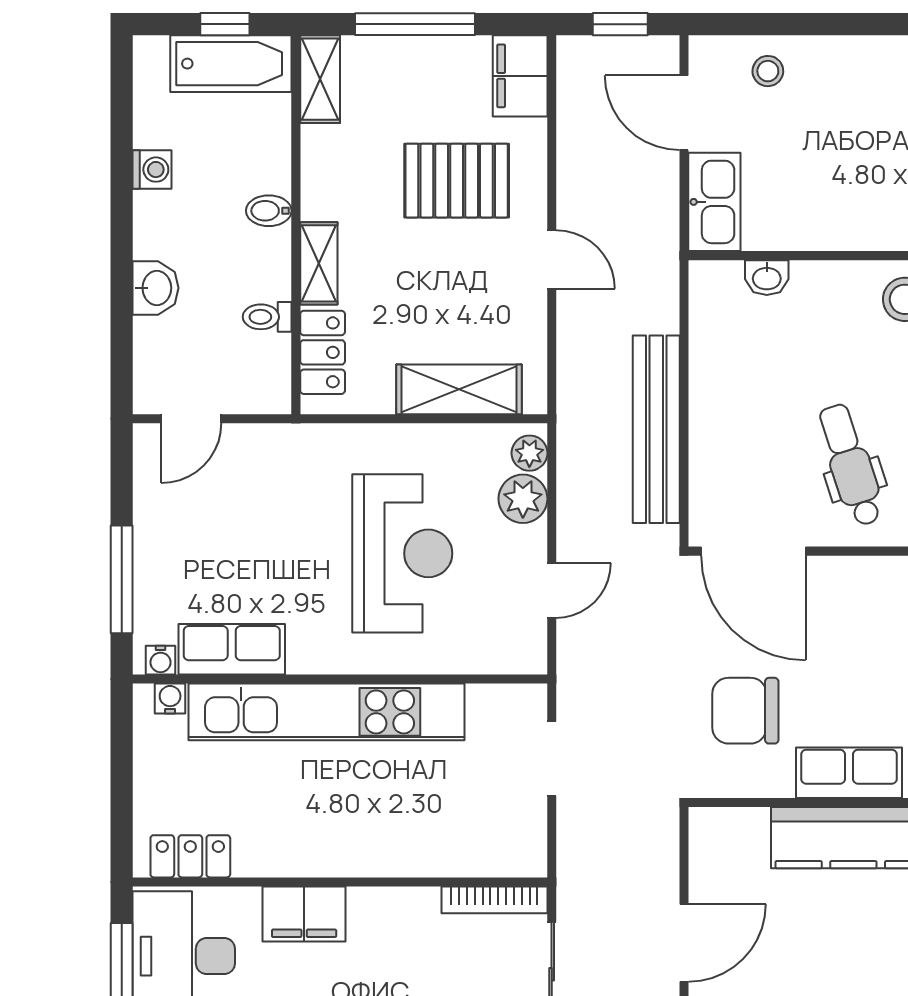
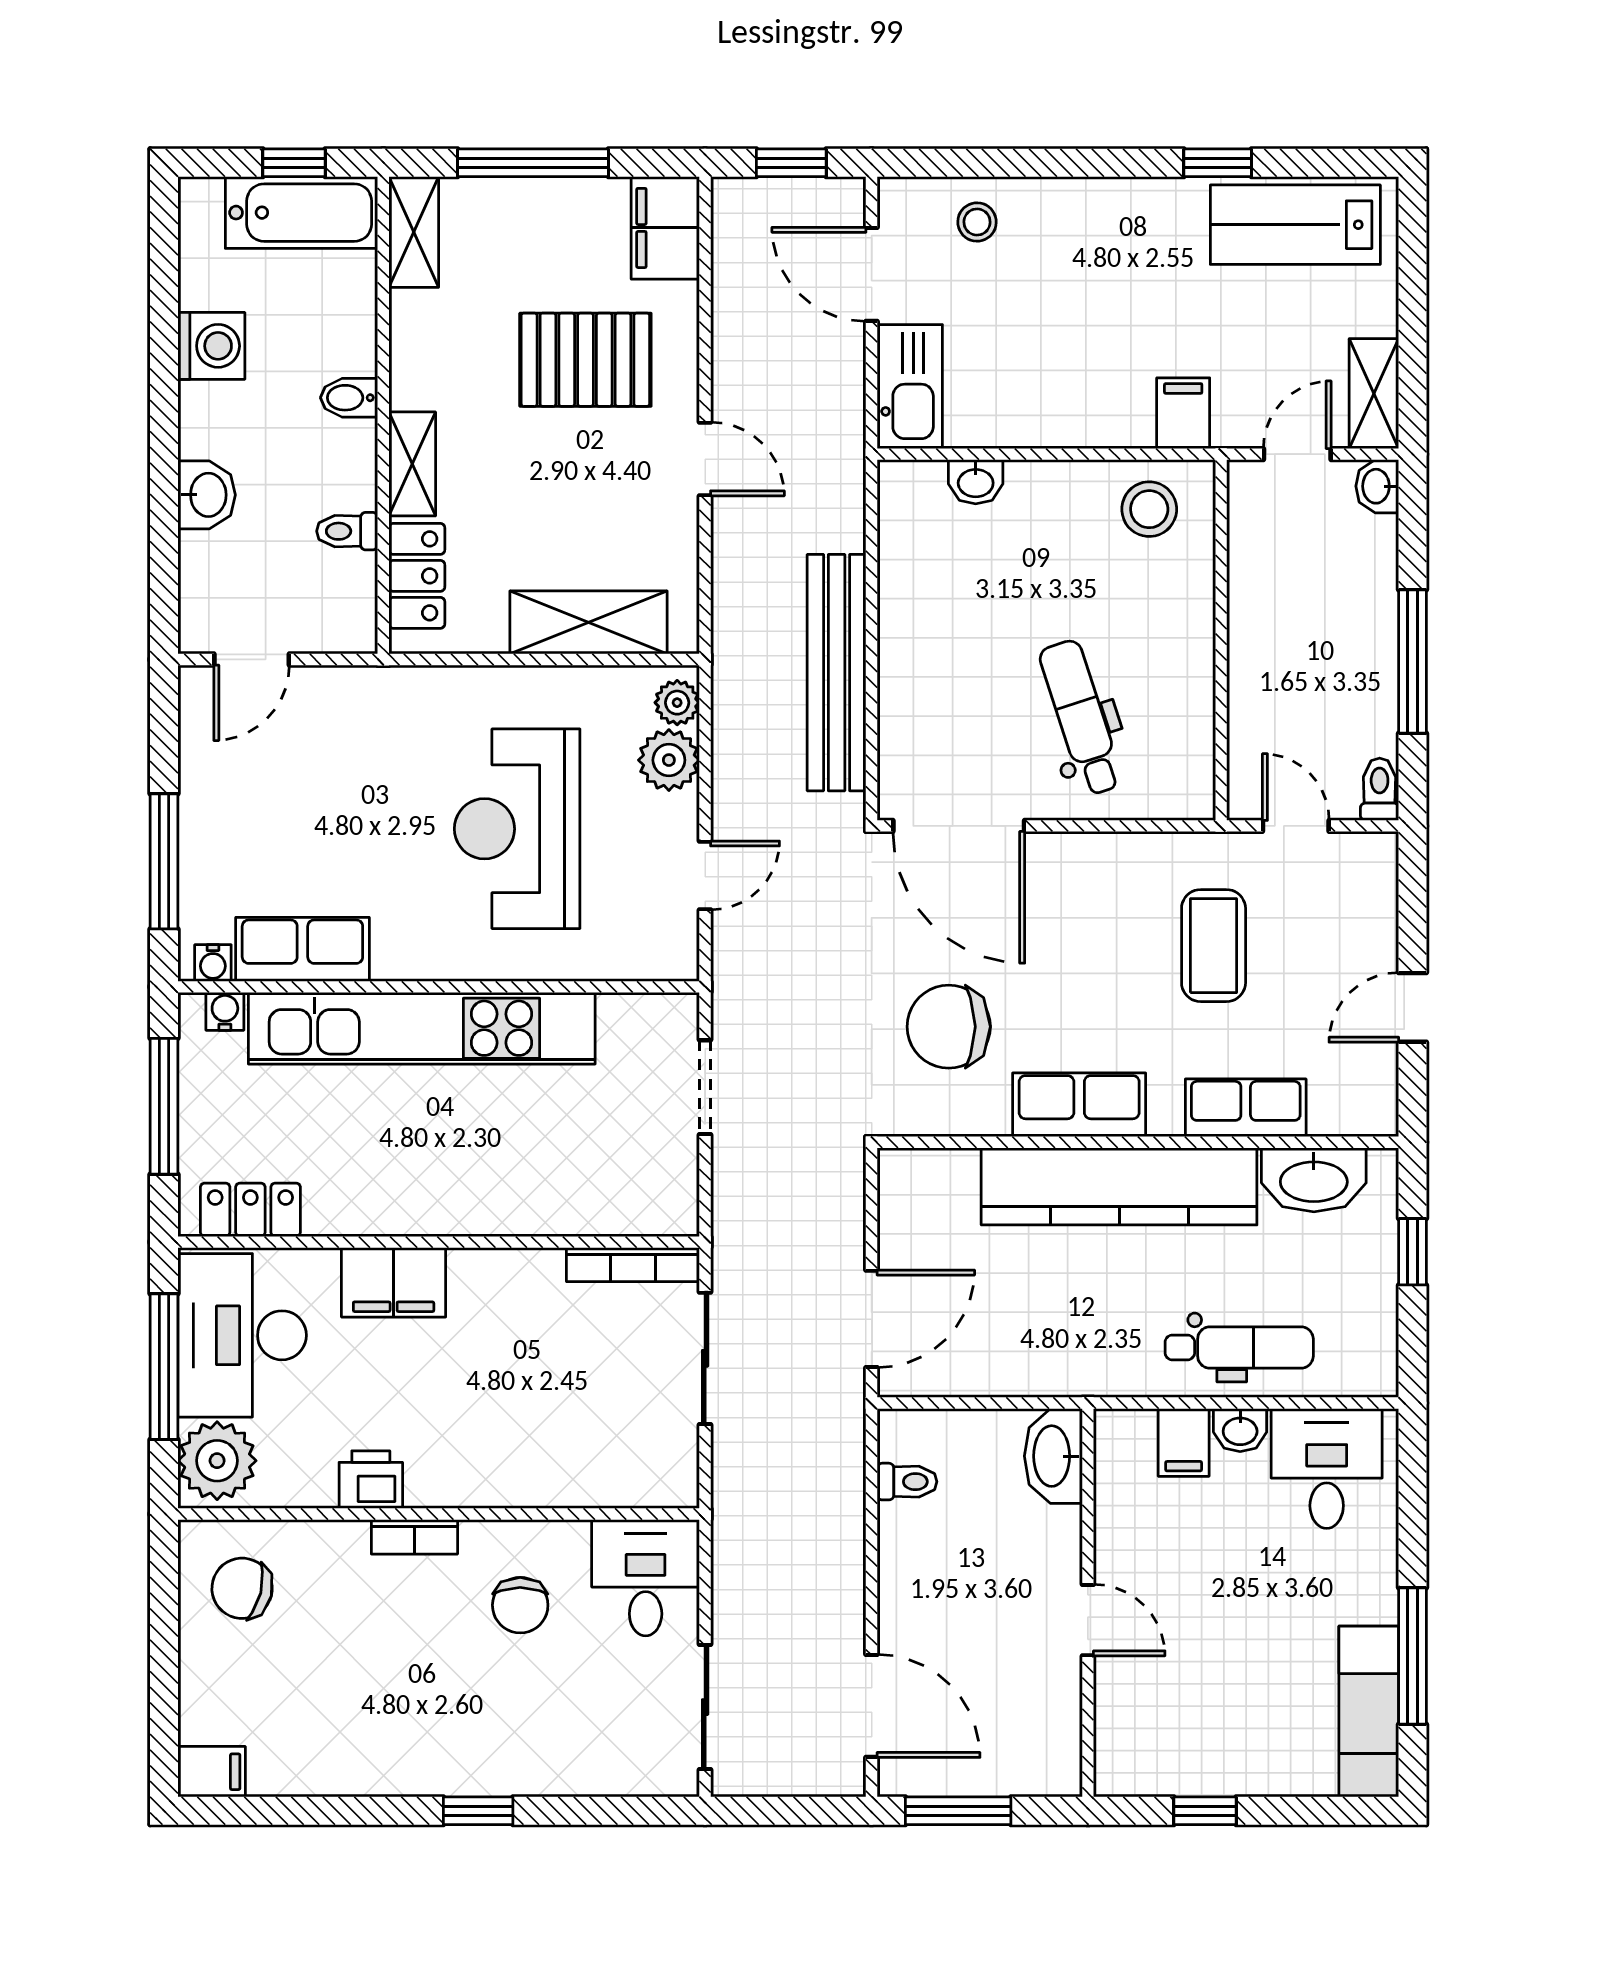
washing machine: (152, 170) -> (211, 346), width x1.38, depth x1.38
reception desk: (402, 553) -> (517, 829), turned 180
window: (122, 774) -> (164, 1106), added

